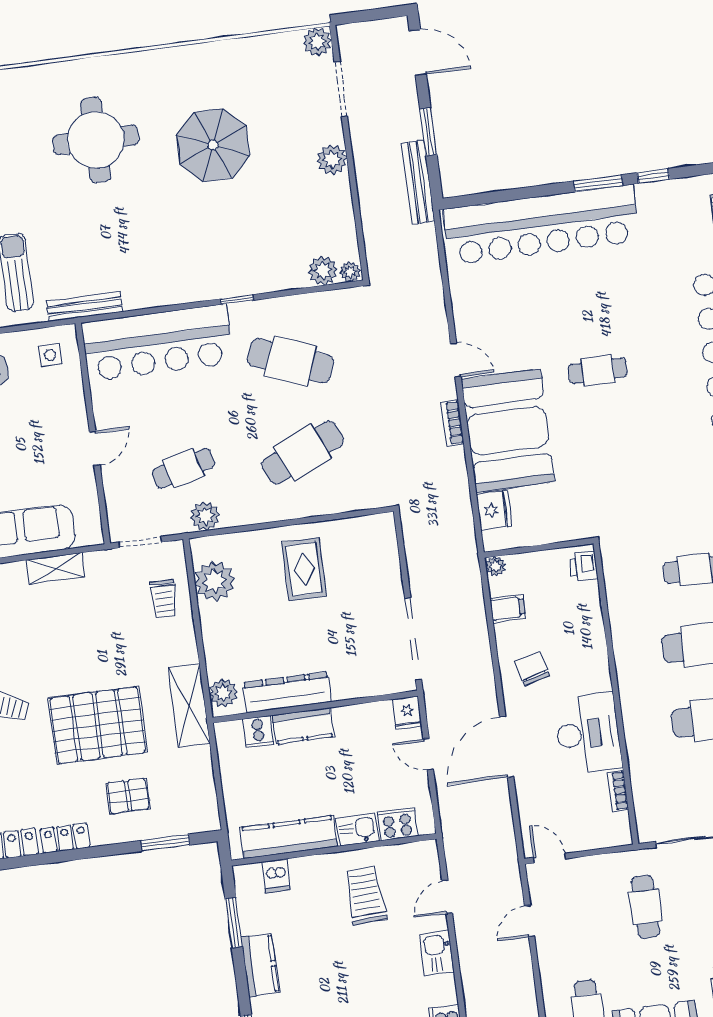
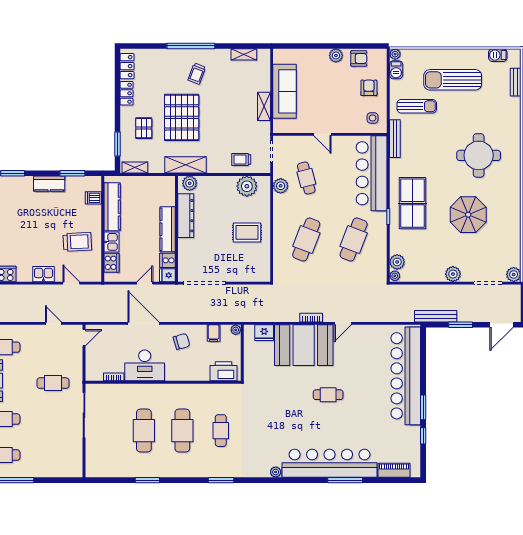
table tennis table: (205, 256) -> (412, 203), added
cafe table: (598, 371) -> (328, 395), turned 90
cafe table: (303, 452) -> (306, 240), turned 45
printer: (584, 566) -> (224, 371), width x1.87, depth x1.48
kitchen counter: (303, 726) -> (168, 229), width x1.50
cooker: (258, 732) -> (168, 260), moved
shelving: (207, 803) -> (135, 168), added

